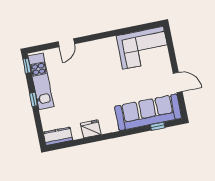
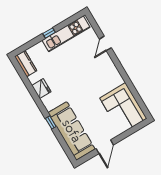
door: (66, 43) -> (105, 43), hinge flipped
window: (27, 66) -> (75, 18), removed
window: (158, 126) -> (51, 122), moved

